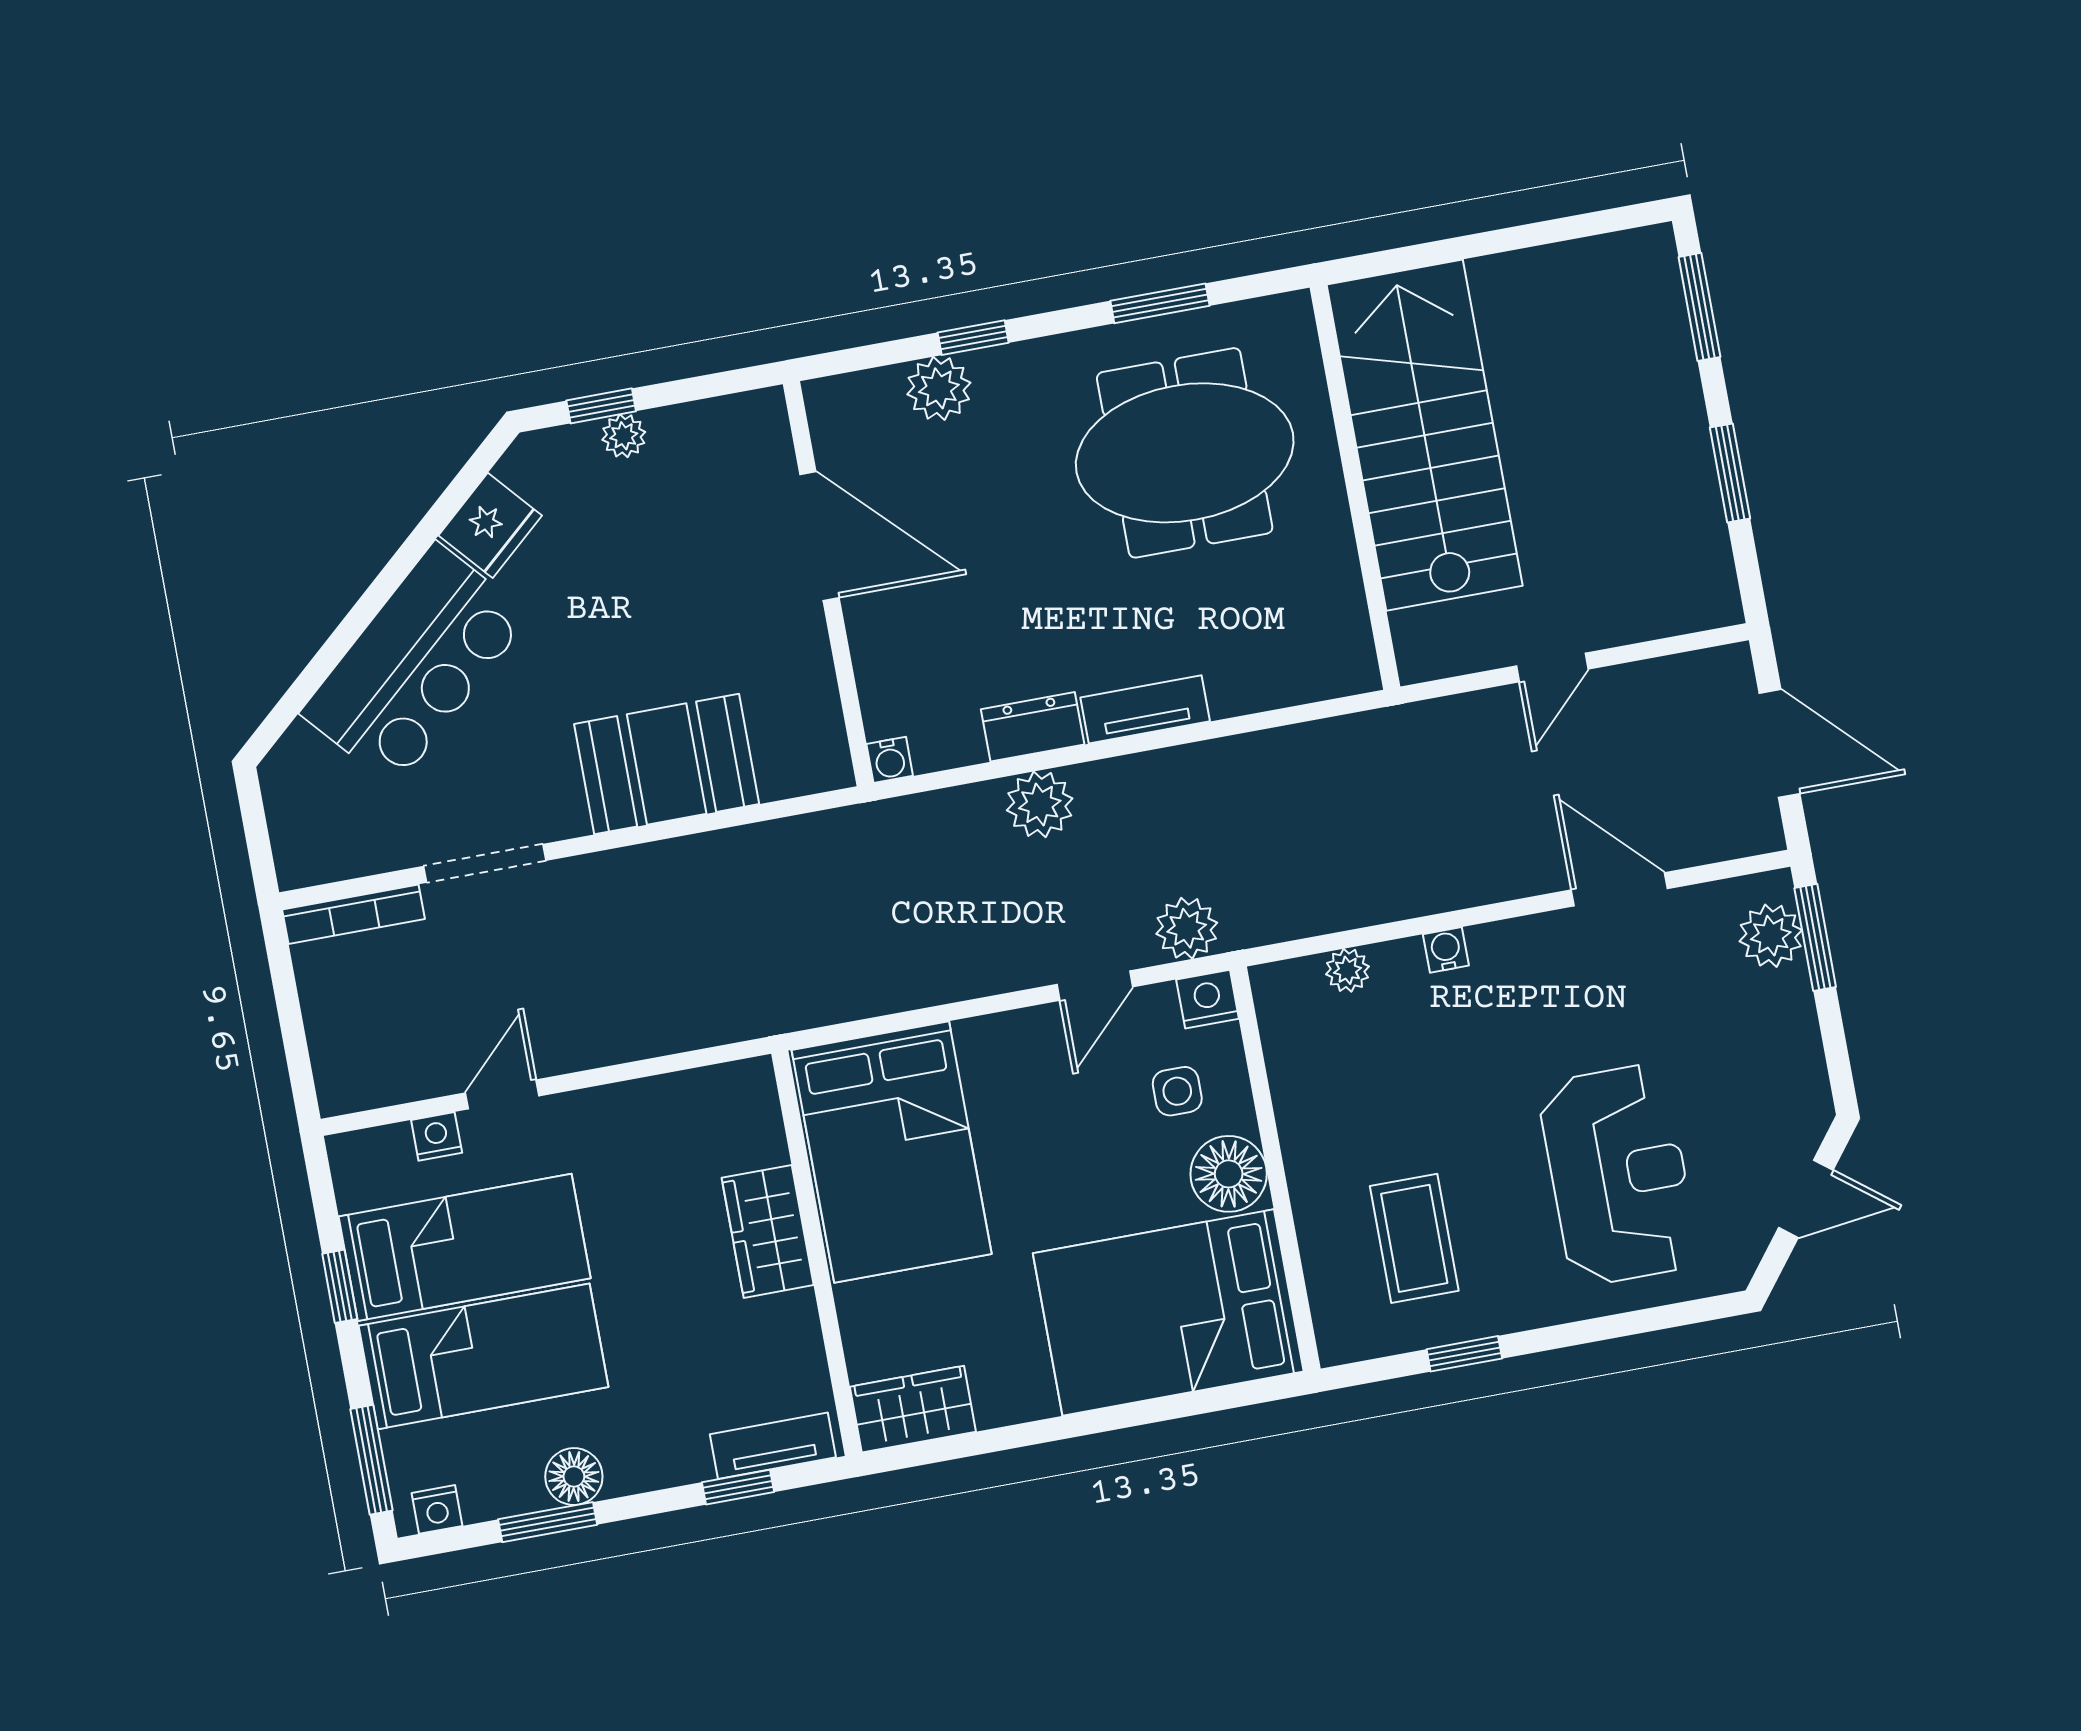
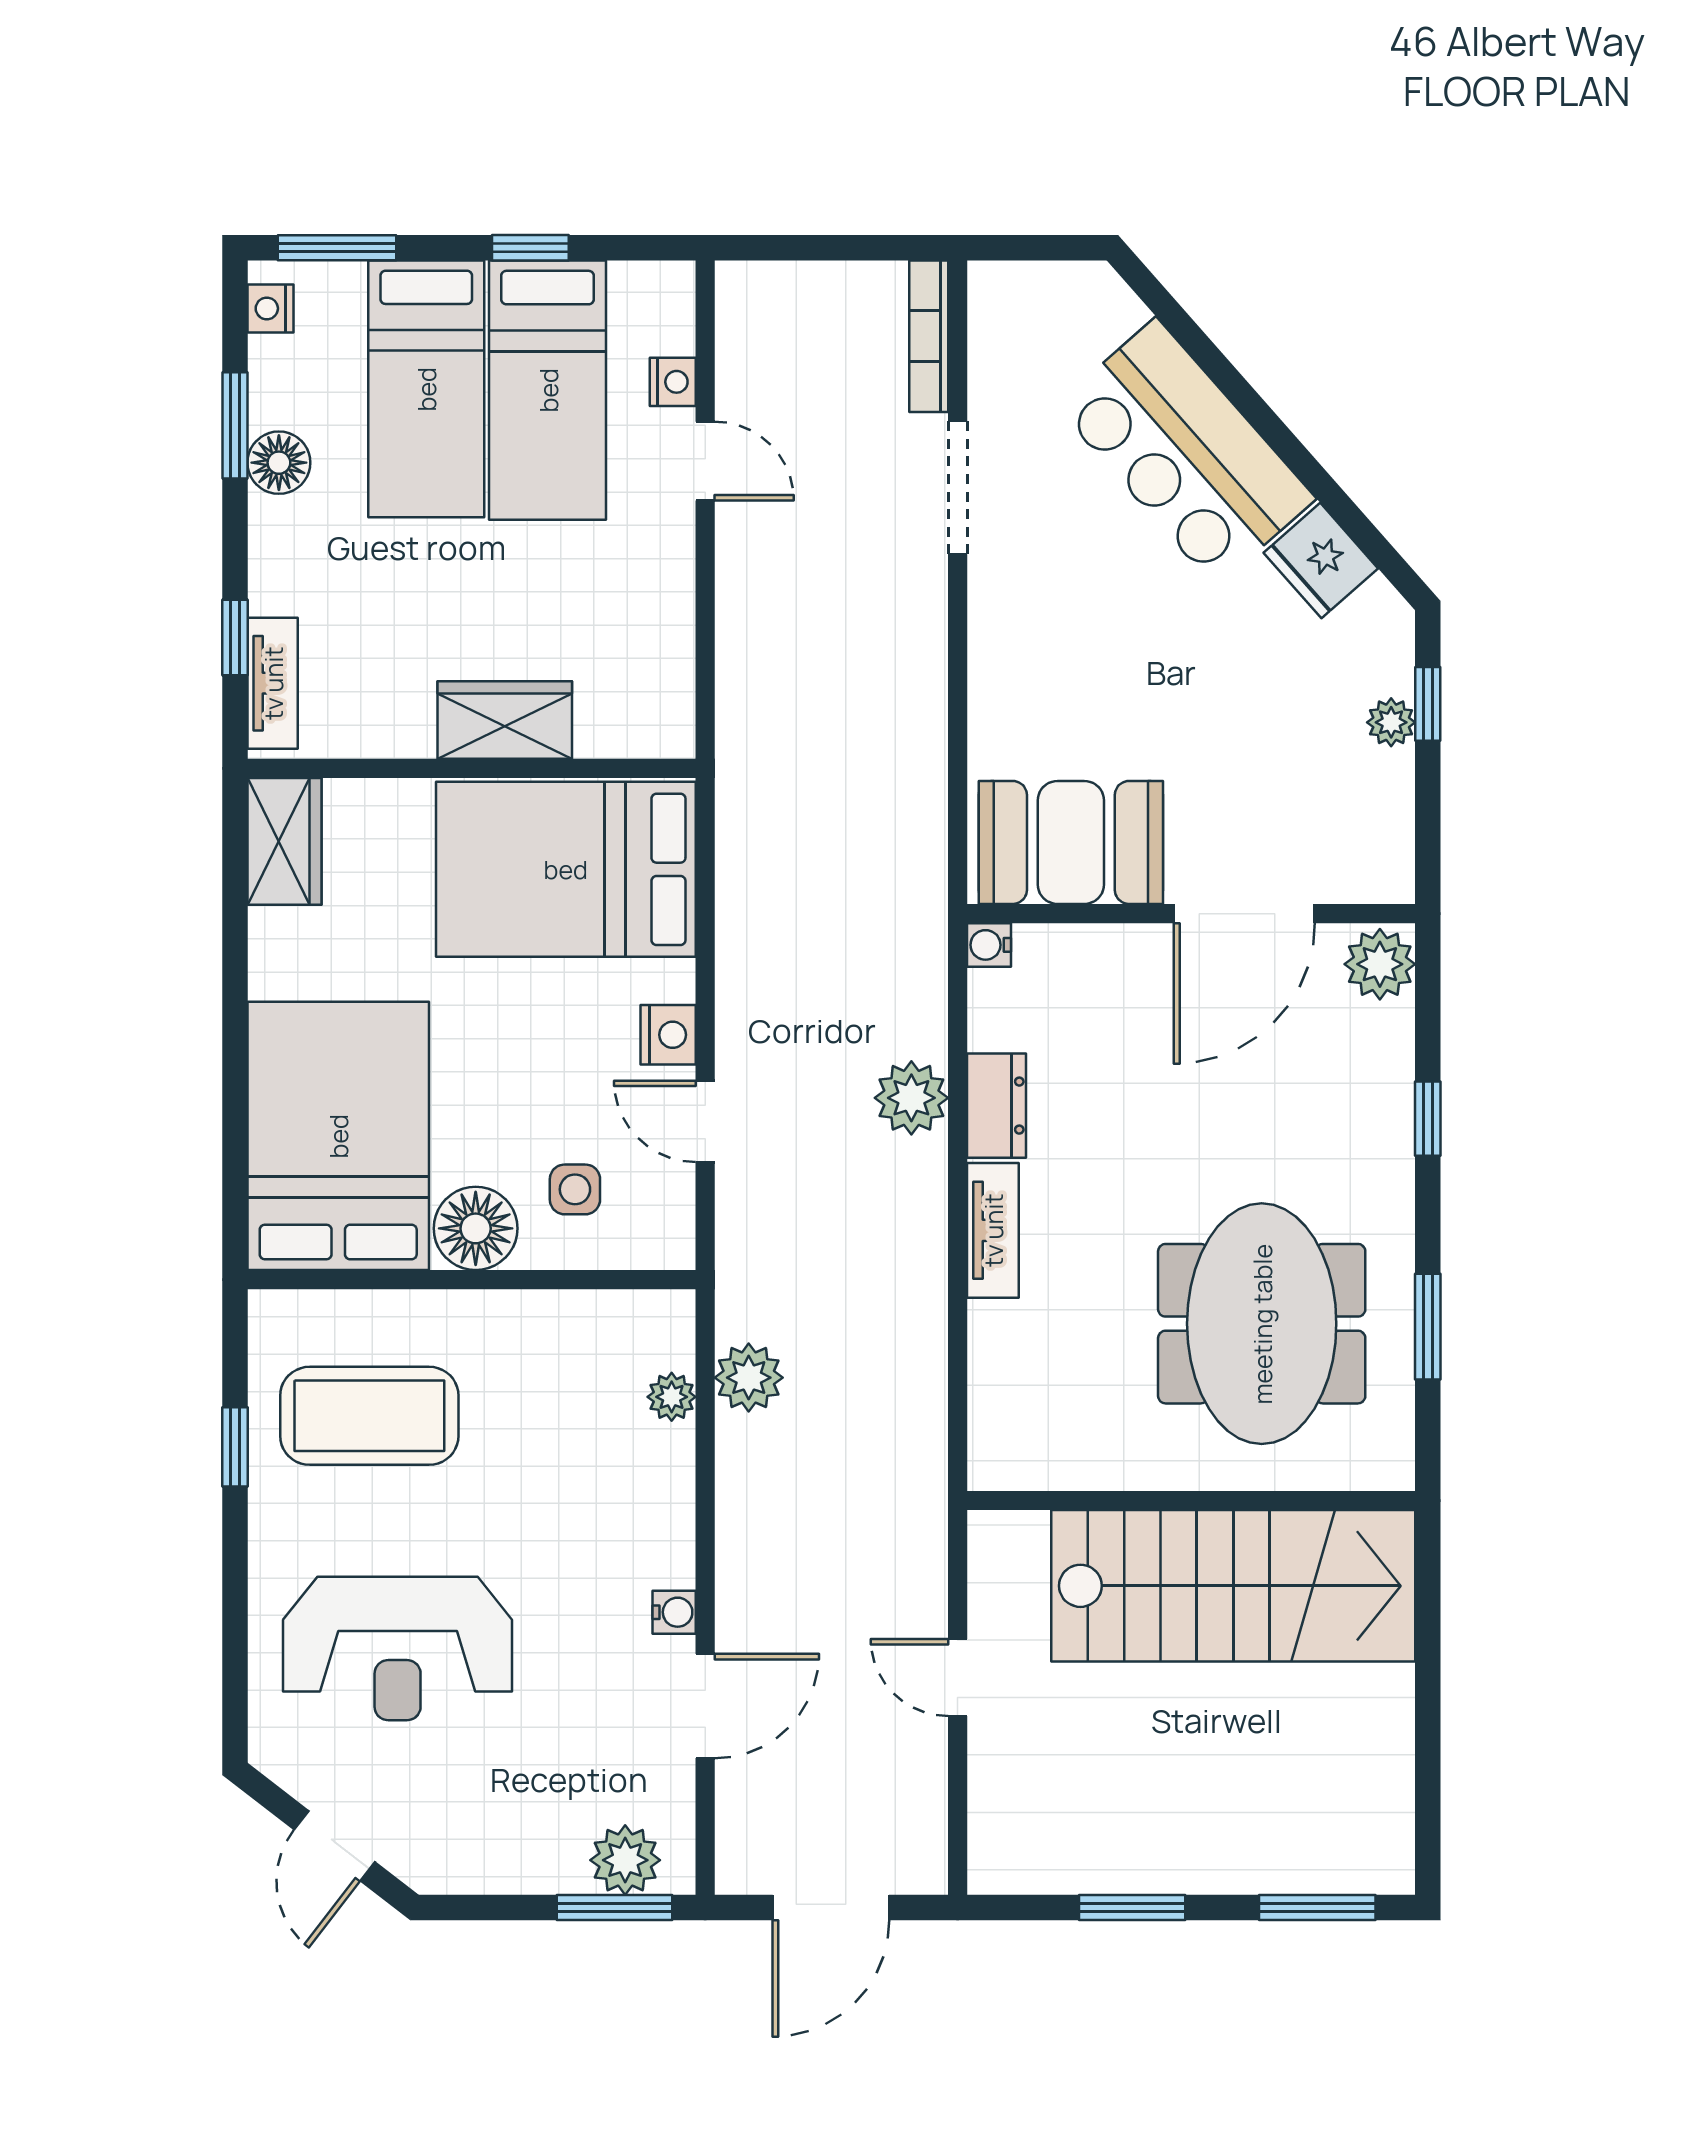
plant: (939, 388) -> (1380, 964), moved
booth: (667, 764) -> (1071, 842), moved, turned 90
plant: (1187, 928) -> (749, 1378), moved
water cooler: (1446, 950) -> (674, 1612), moved
nightstand: (1208, 999) -> (668, 1035), moved
coffee table: (1414, 1238) -> (369, 1416), width x1.36, depth x1.32

